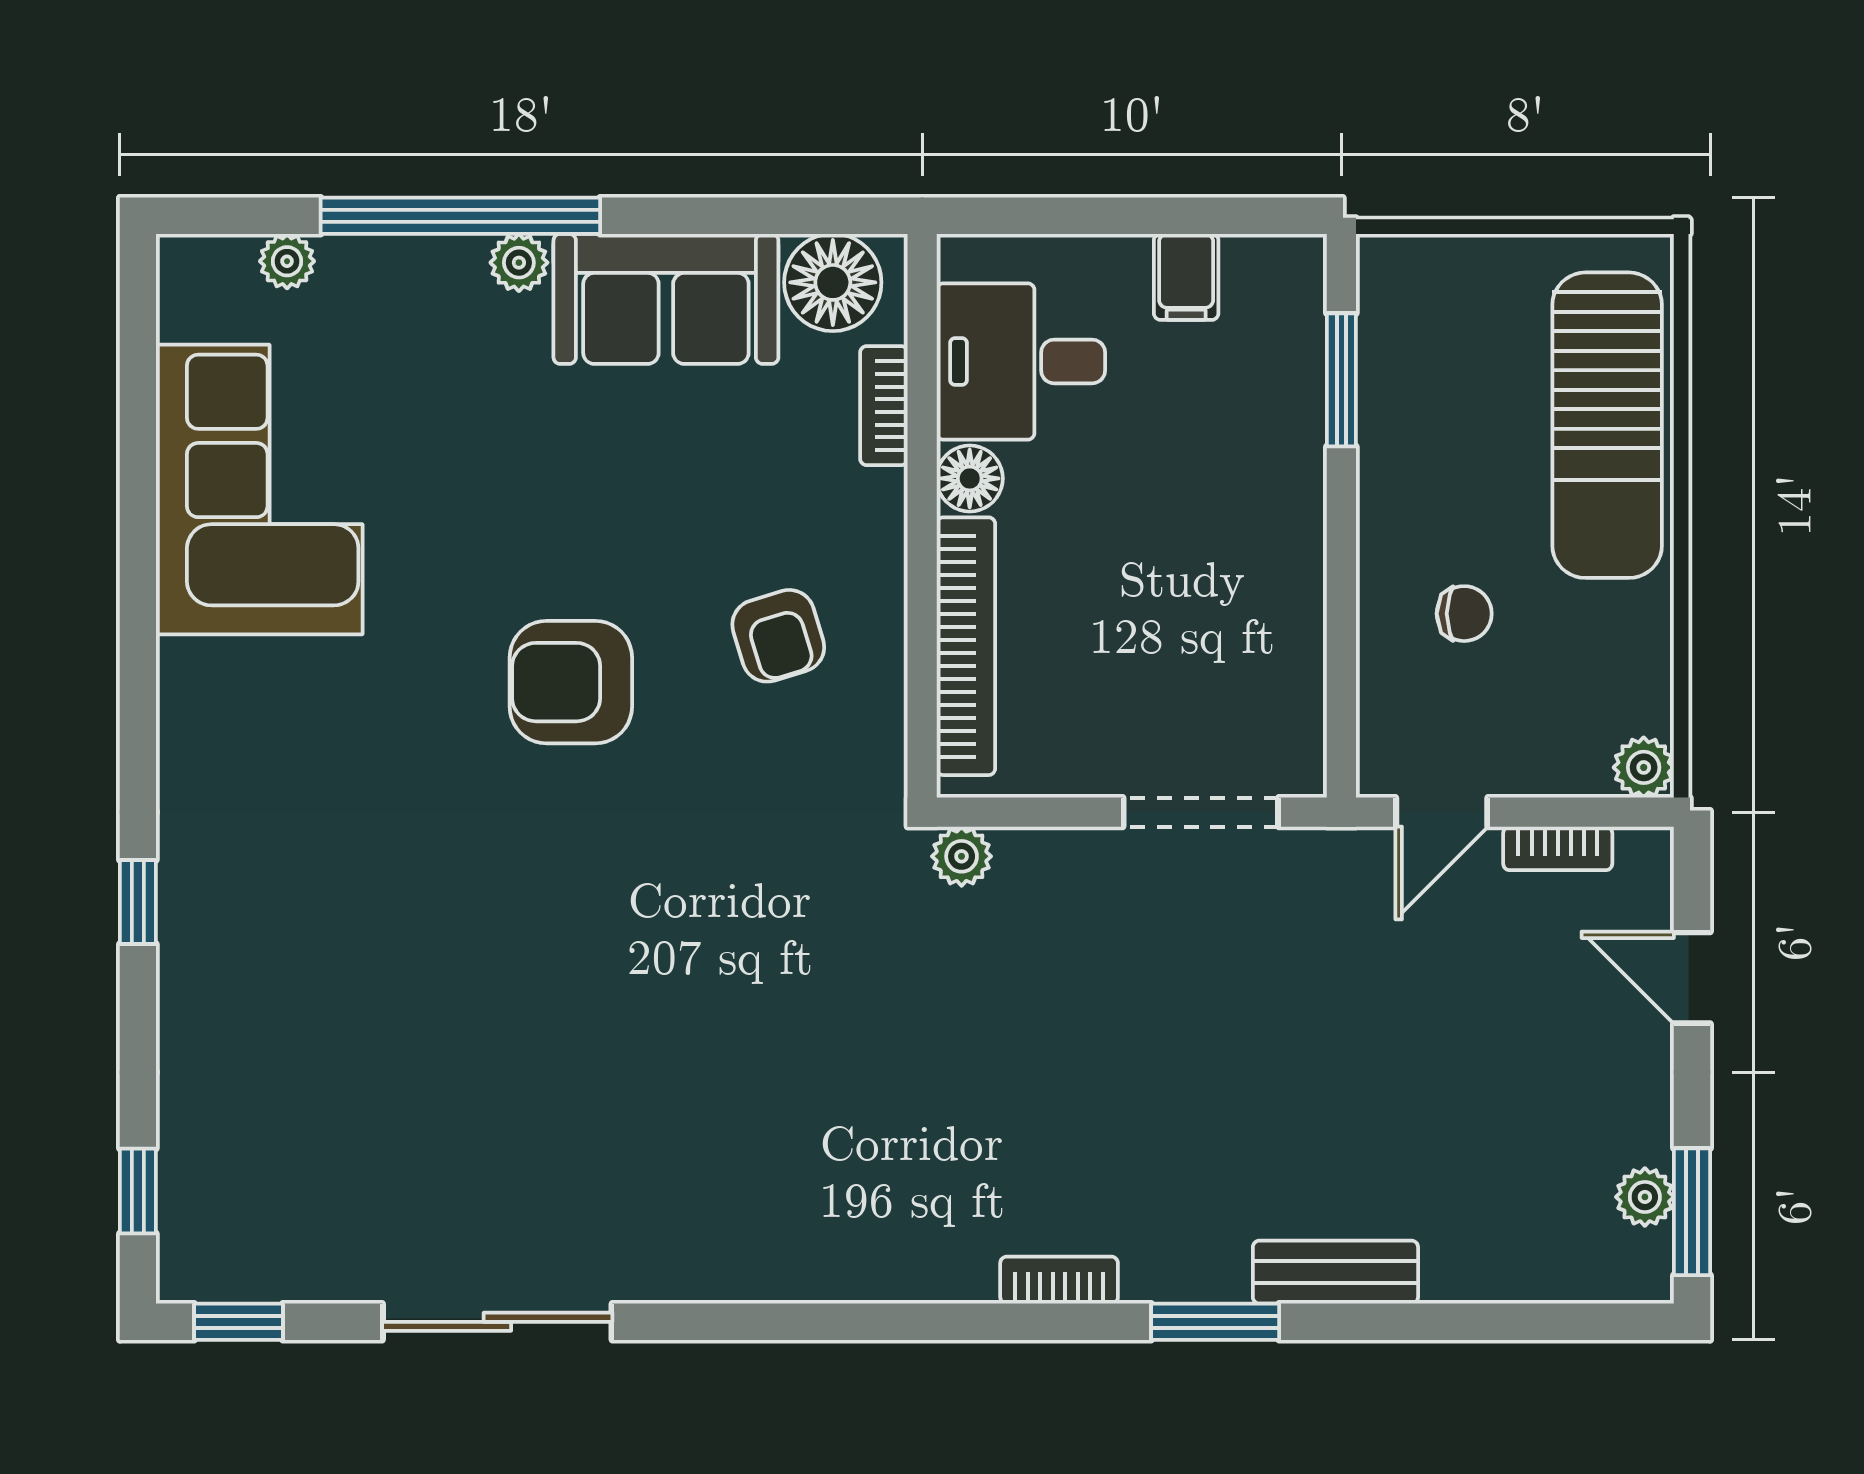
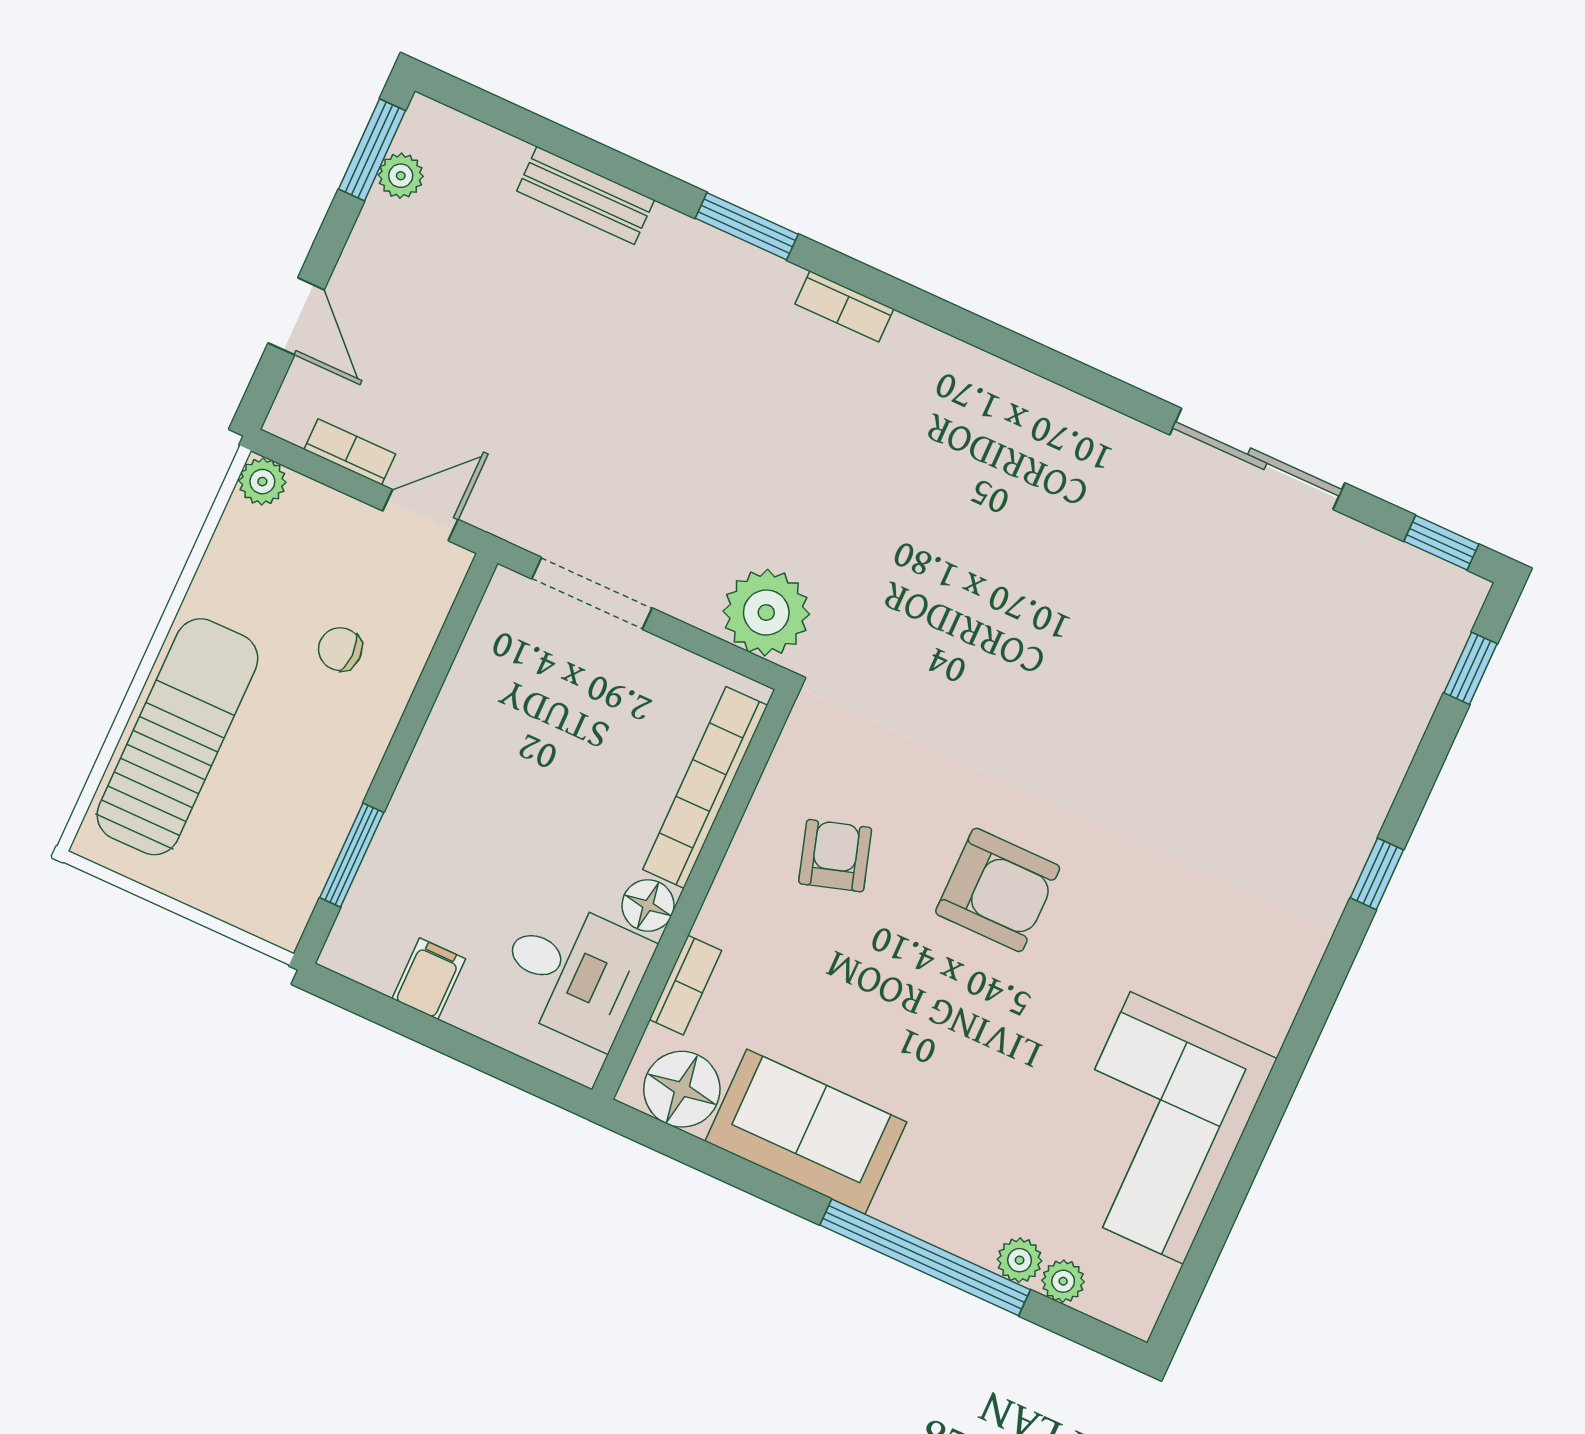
plant: (519, 263) -> (1020, 1260), moved
plant: (962, 856) -> (766, 613), width x1.88, depth x1.88
bench: (1335, 1272) -> (586, 195), moved

